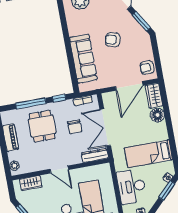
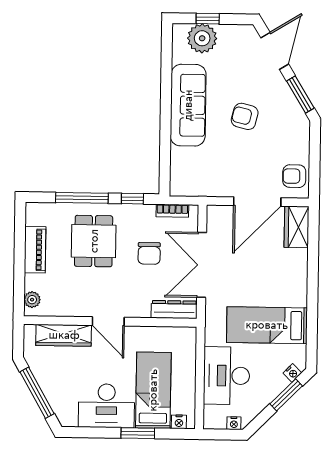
sofa: (83, 59) -> (188, 105), moved
floor lamp: (157, 115) -> (296, 262), removed
wardrobe: (31, 183) -> (64, 335), width x1.50

